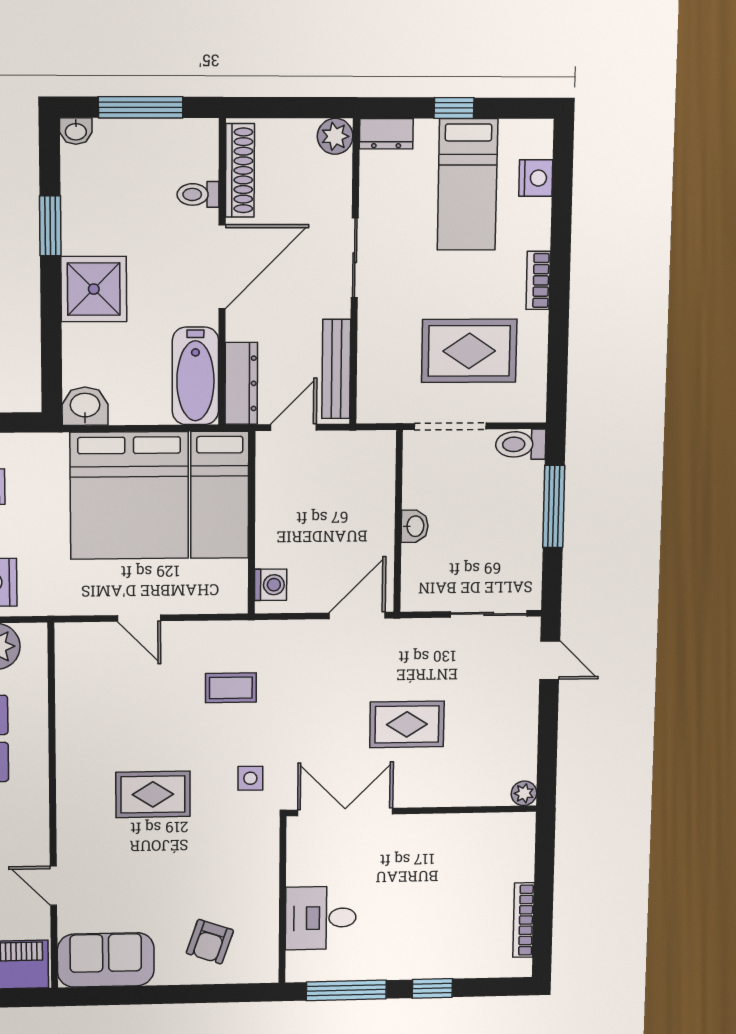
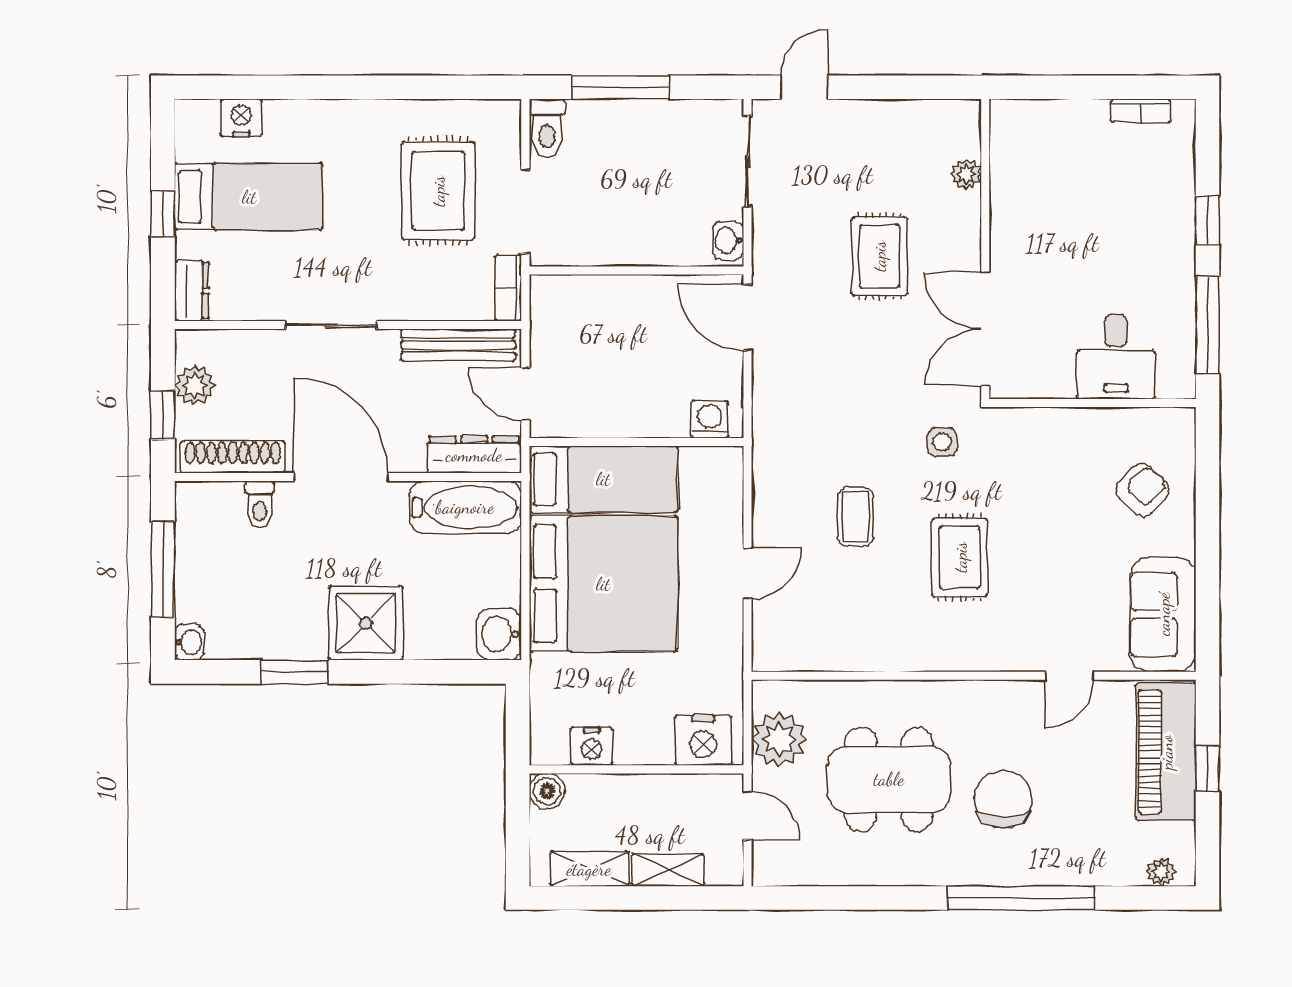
window: (277, 108) -> (163, 415), added
plant: (335, 136) -> (195, 385), moved
bookcase: (538, 280) -> (508, 288), moved, turned 90
washbasin: (415, 526) -> (728, 240), moved, turned -90
coffee table: (231, 688) -> (856, 517), moved
plant: (524, 793) -> (966, 174), moved
bookcase: (524, 920) -> (1141, 111), width x0.64
armchair: (210, 942) -> (1143, 490), turned -65

